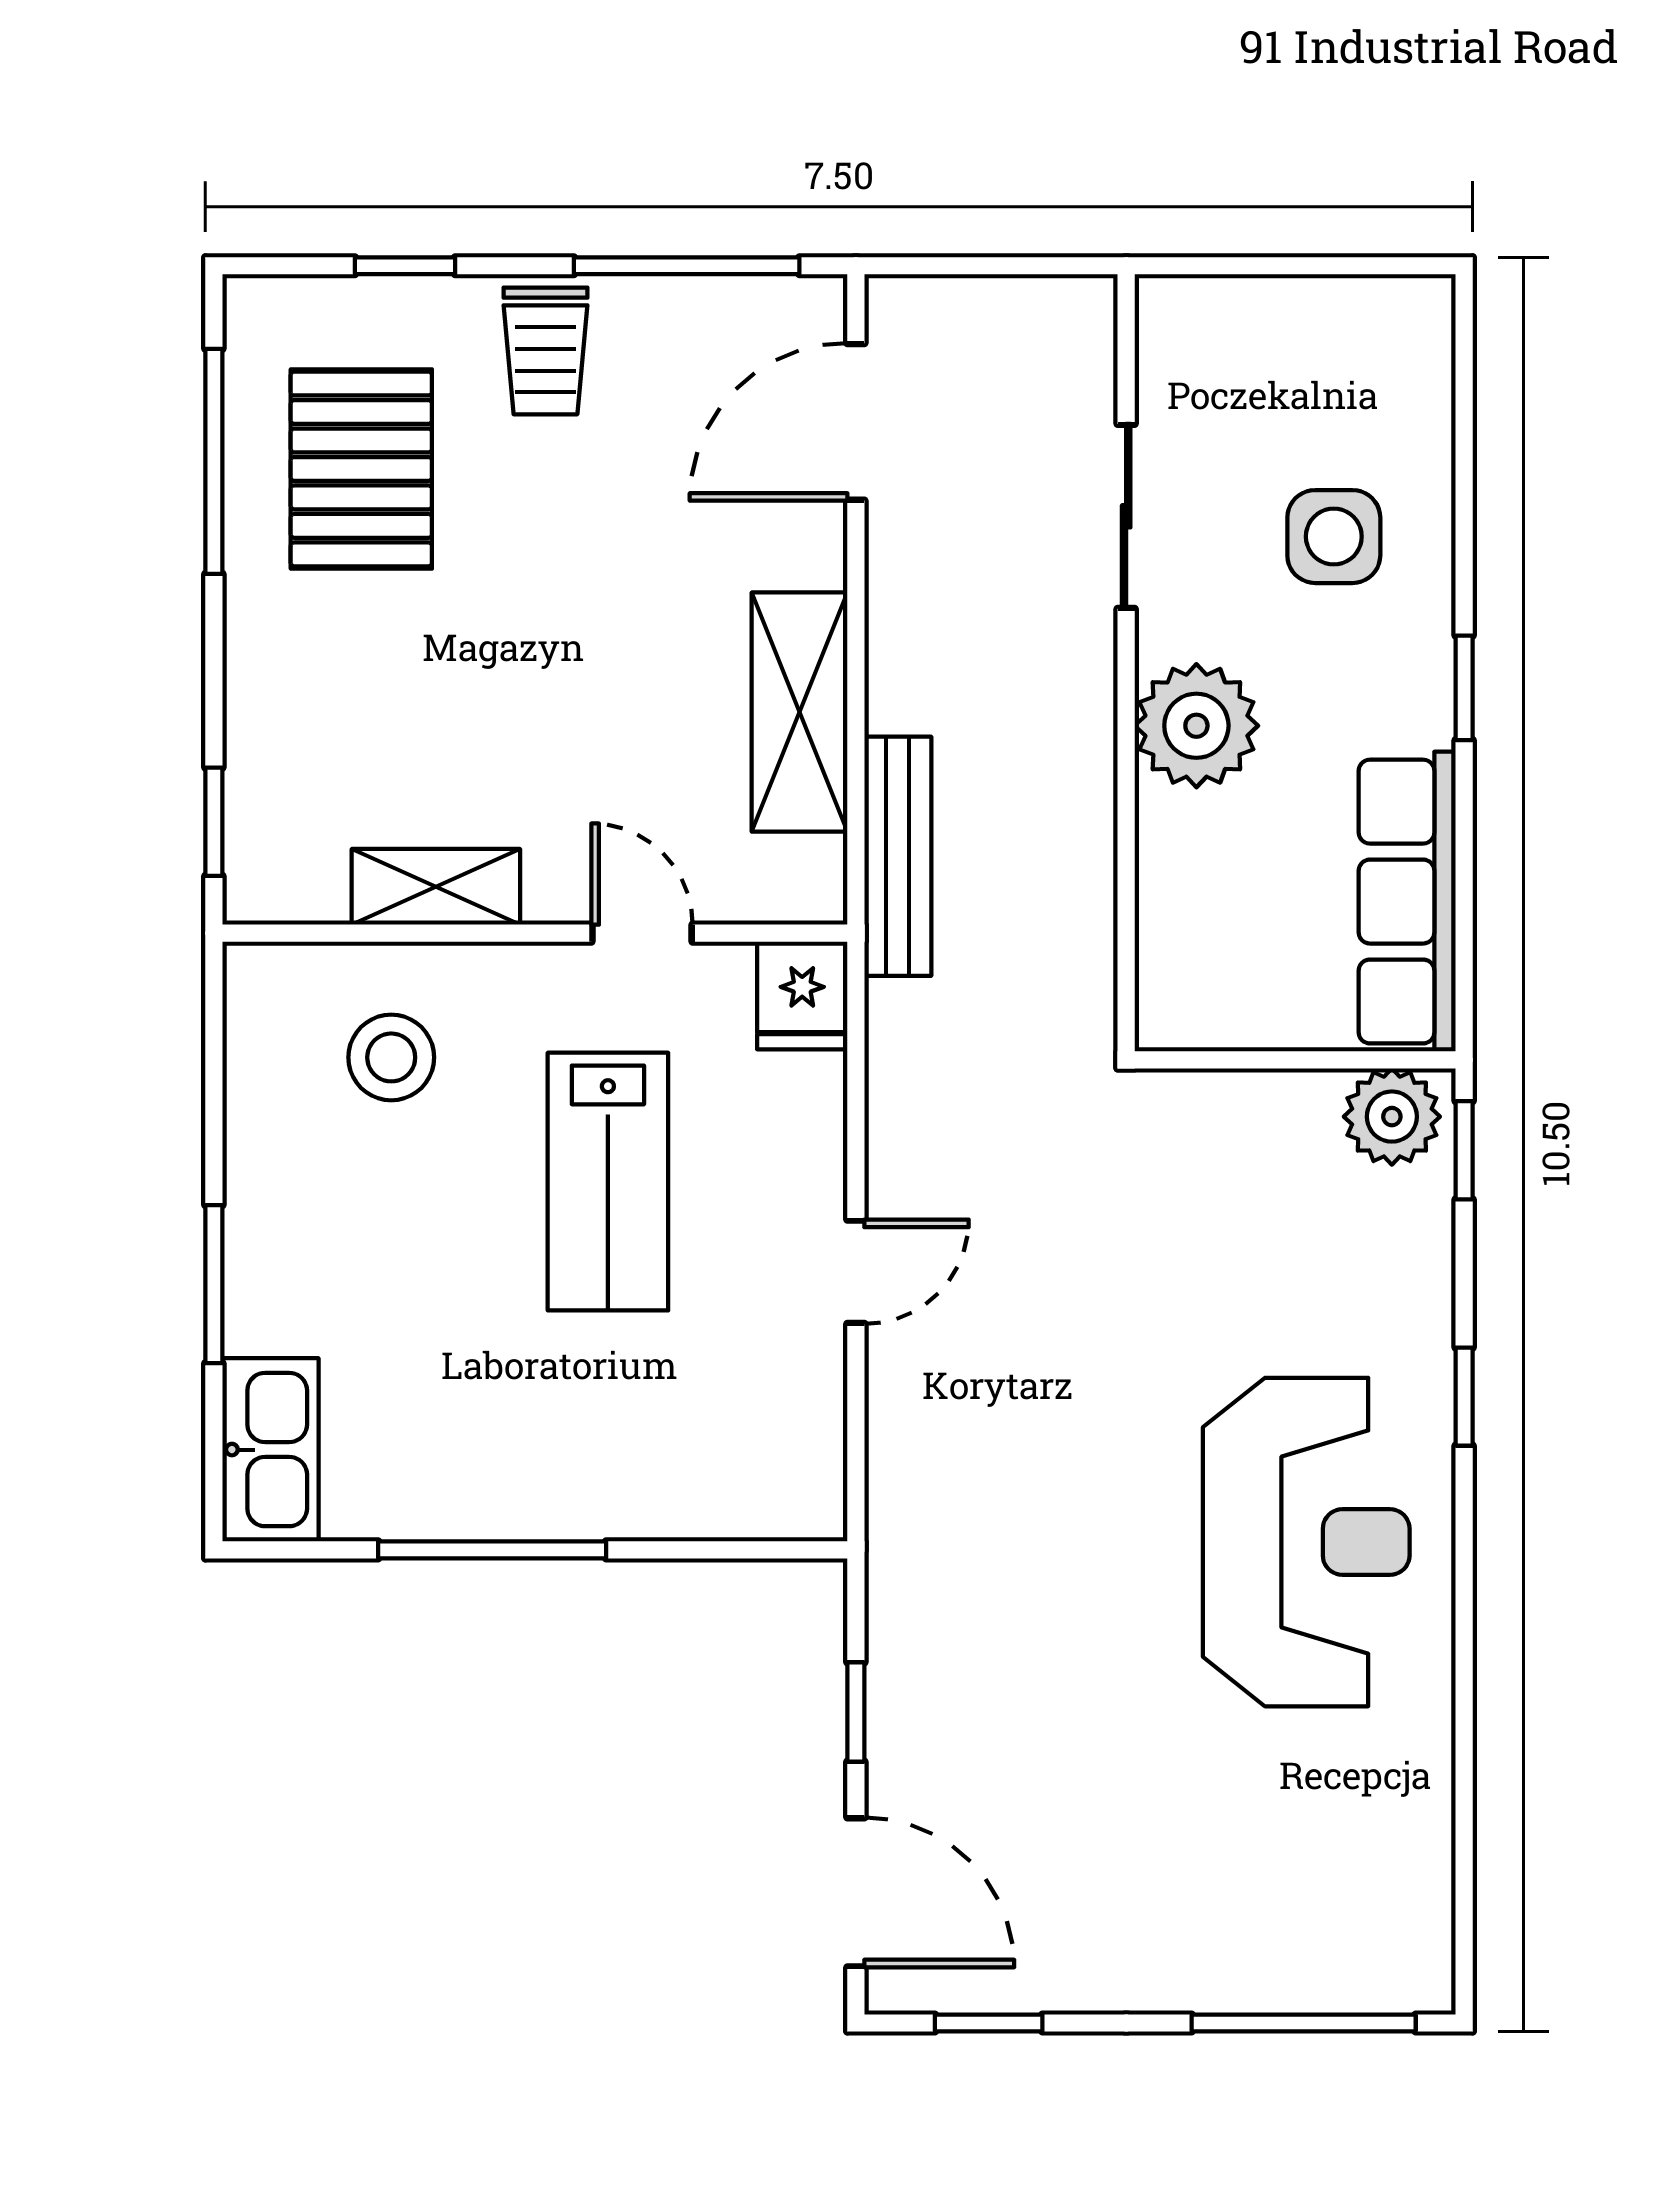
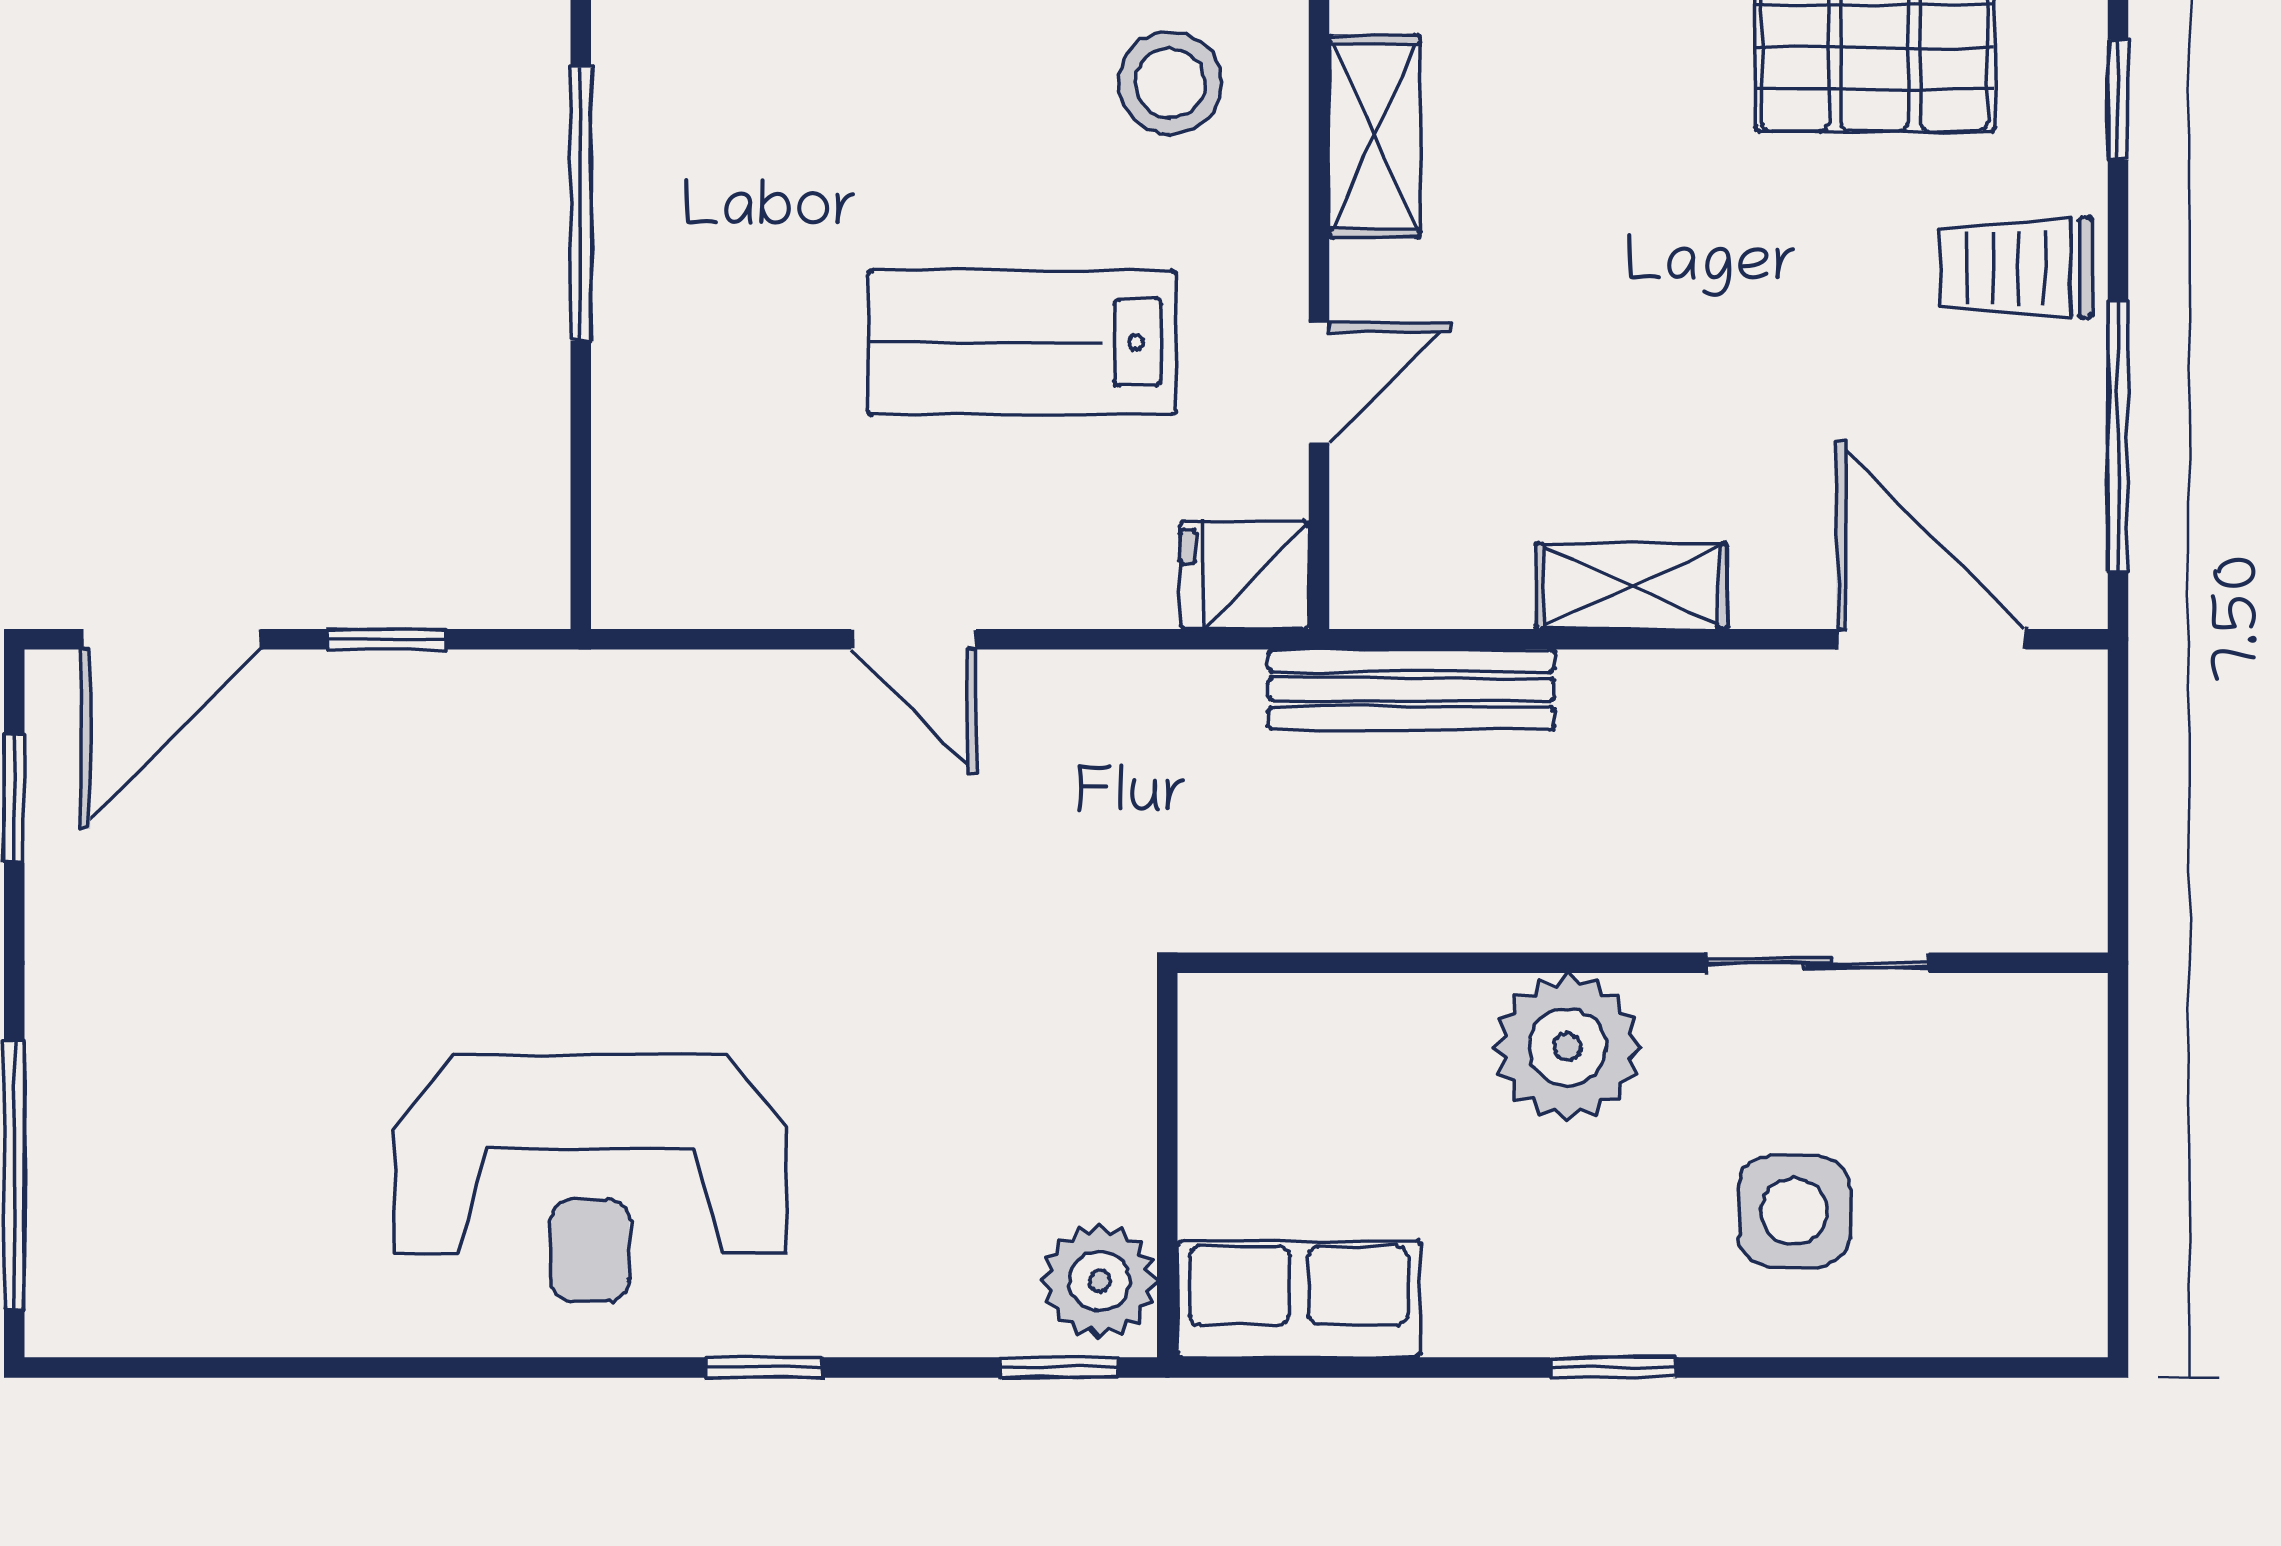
shelving: (800, 712) -> (1631, 586), width x0.67, depth x0.75
row of seats: (1407, 902) -> (1299, 1299), width x0.68

